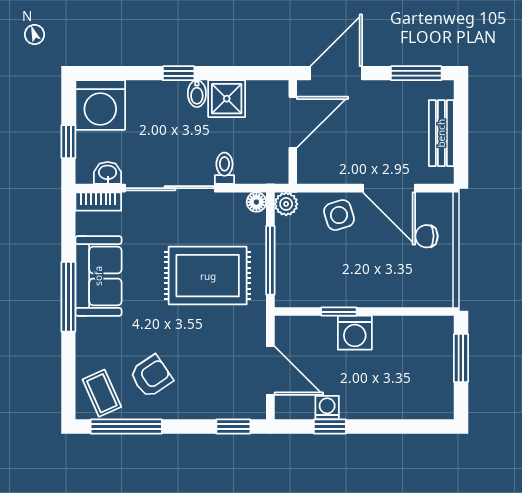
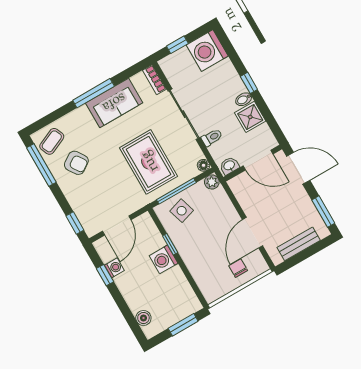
washbasin: (108, 173) -> (229, 166), moved, turned -90
side table: (339, 215) -> (182, 211), moved
boiler: (420, 407) -> (143, 318), added

